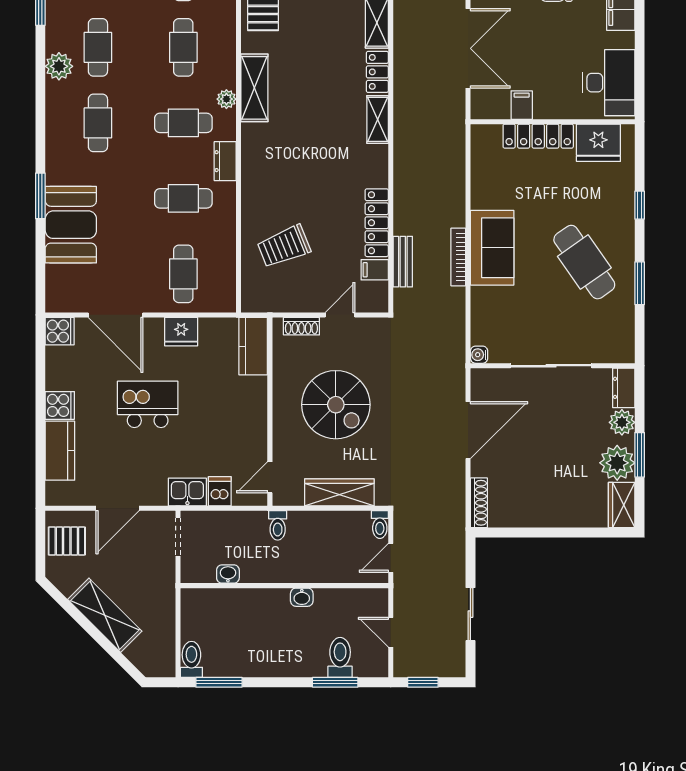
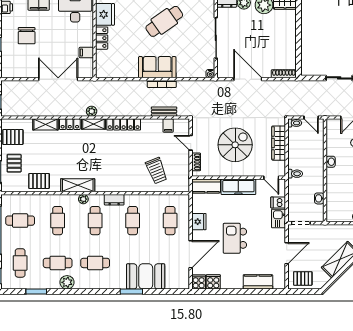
cafe table: (183, 47) -> (58, 221), turned 90
plant: (403, 116) -> (92, 111), added
locker: (538, 136) -> (102, 38), width x0.66
locker: (377, 223) -> (124, 124), moved
cafe table: (183, 274) -> (170, 221), turned 90
cooker: (60, 405) -> (213, 282), moved
freezer: (251, 411) -> (238, 187), added
door: (118, 508) -> (287, 253), hinge flipped
pallet: (67, 541) -> (303, 278), turned 90

